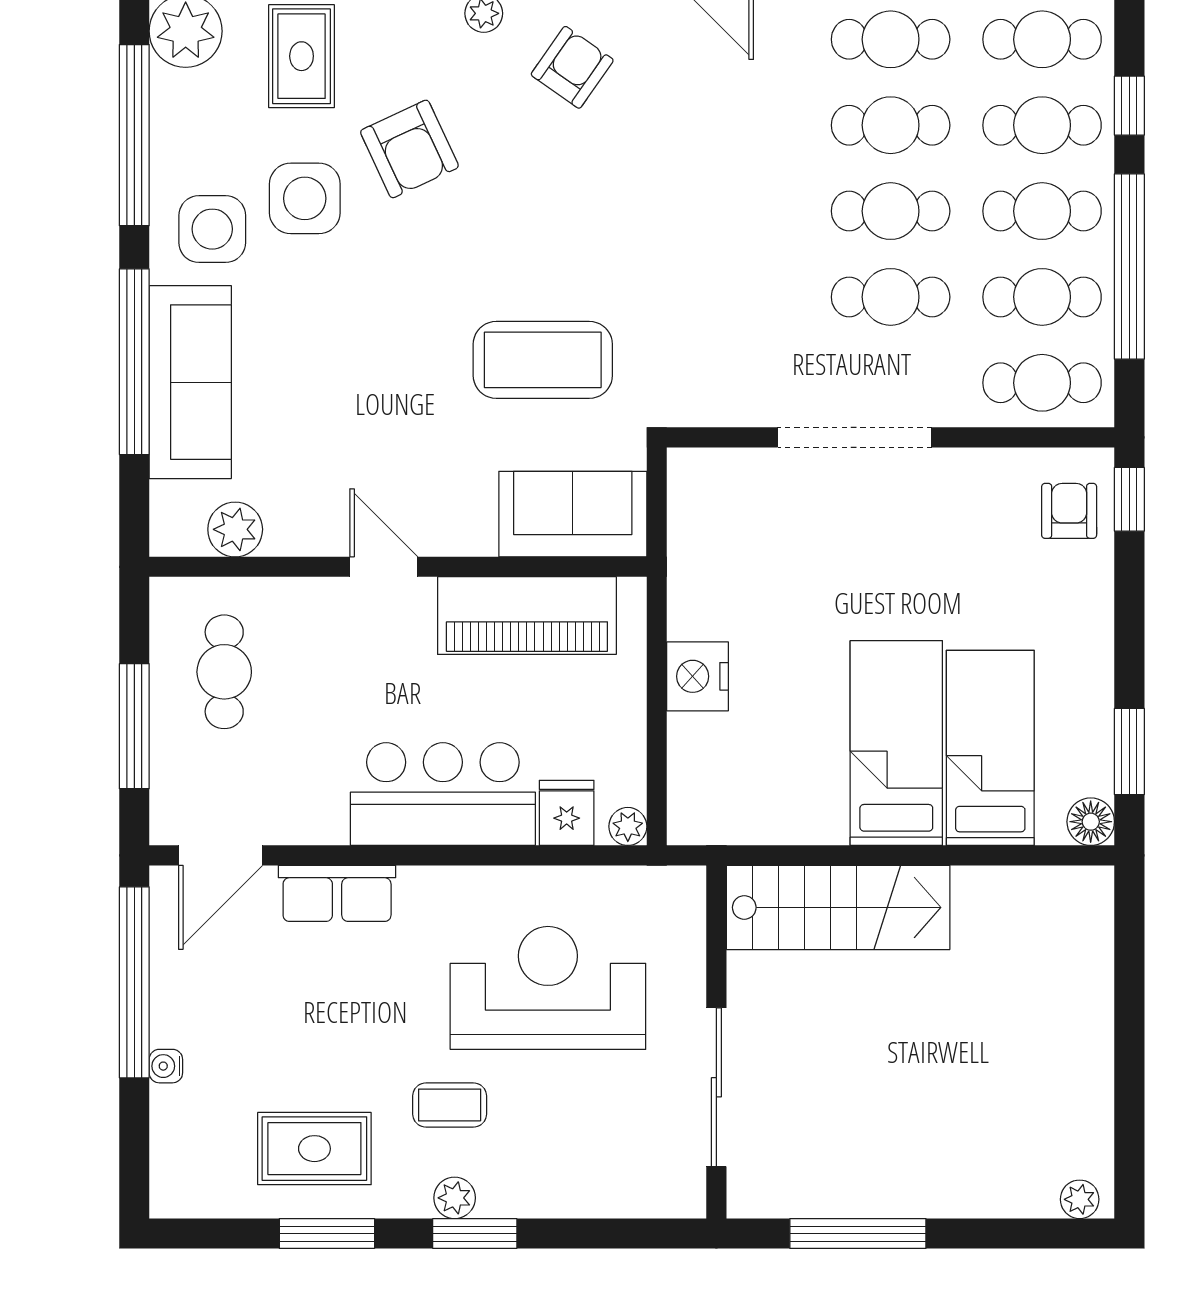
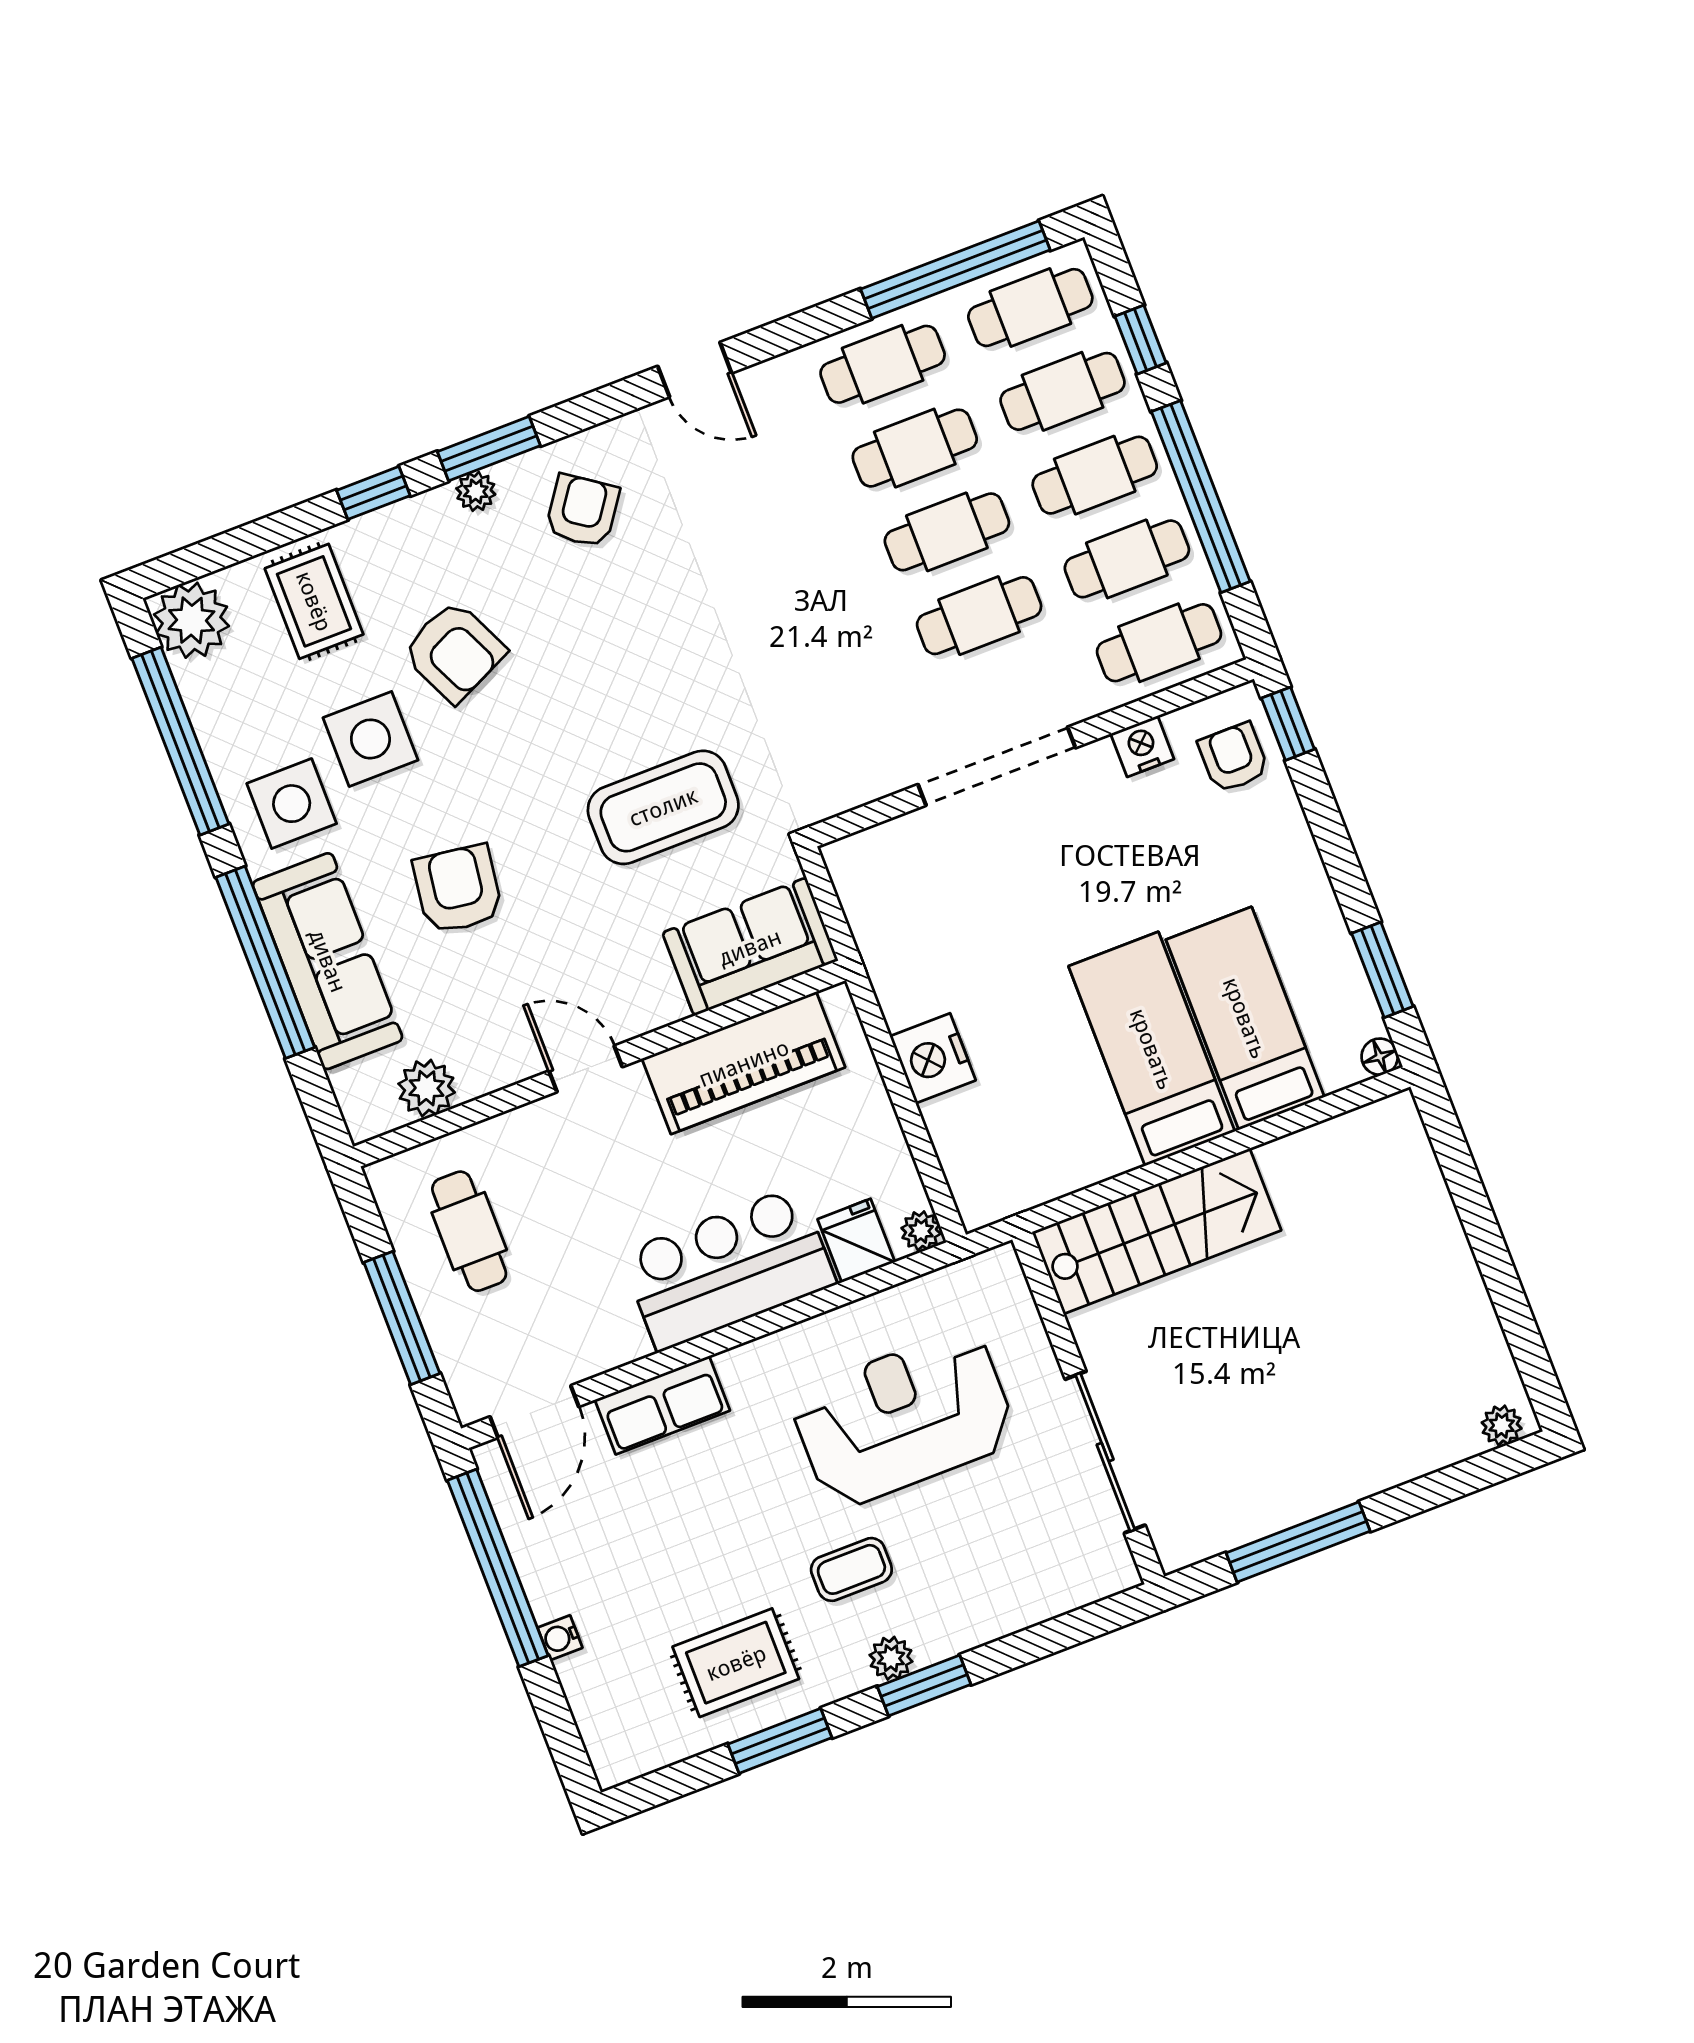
armchair: (331, 362) -> (458, 889), added
nightstand: (992, 470) -> (1142, 746), added
floor lamp: (1091, 822) -> (1380, 1057), width x0.73, depth x0.73

